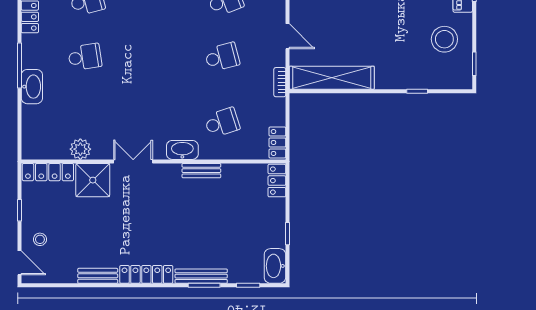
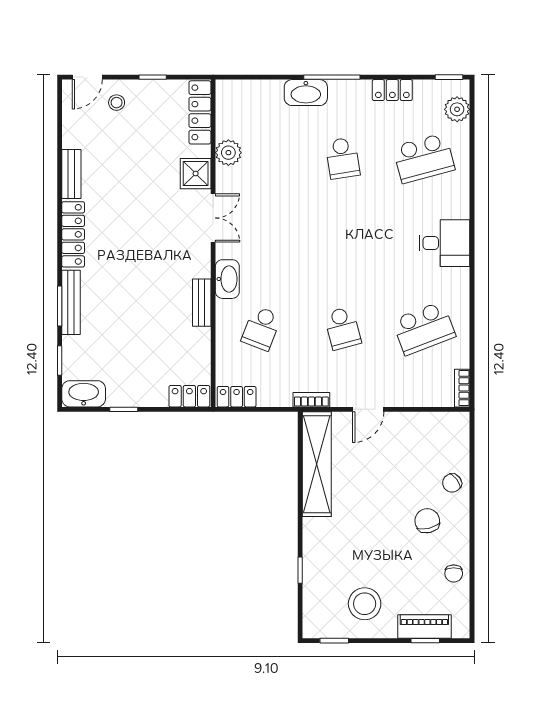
school desk: (222, 123) -> (261, 328), turned 39
shower: (93, 180) -> (196, 174), width x0.73, depth x0.73

